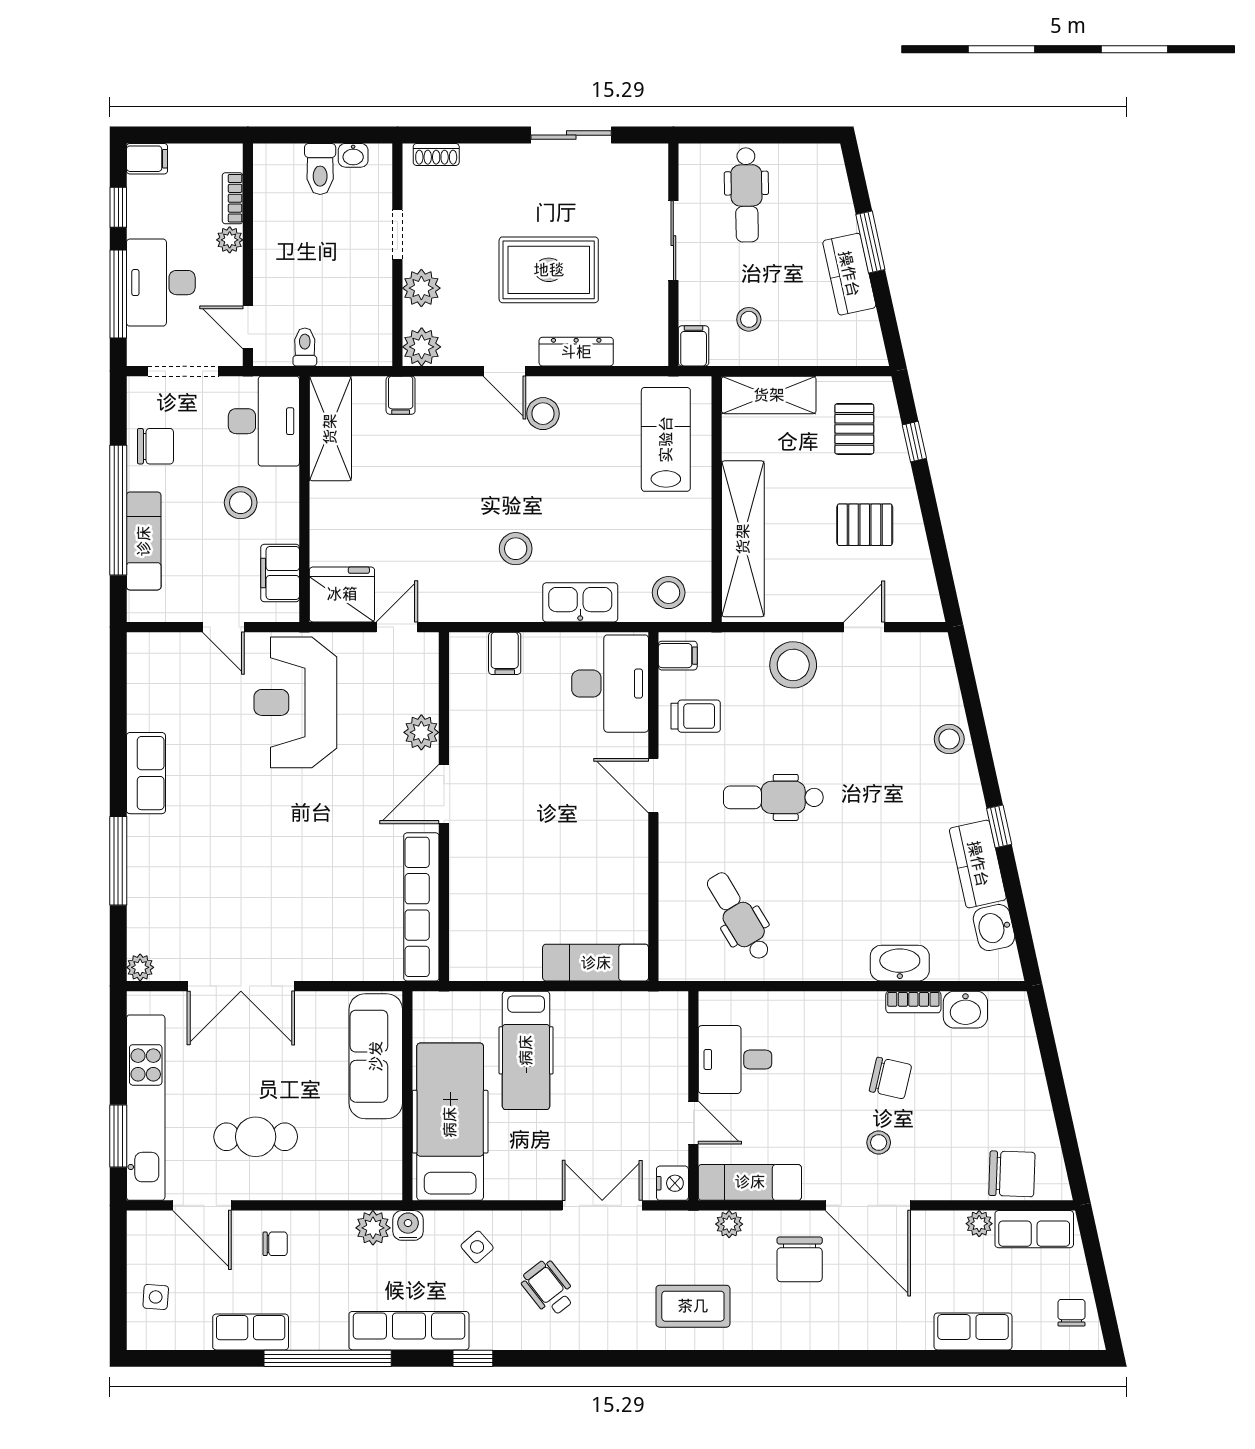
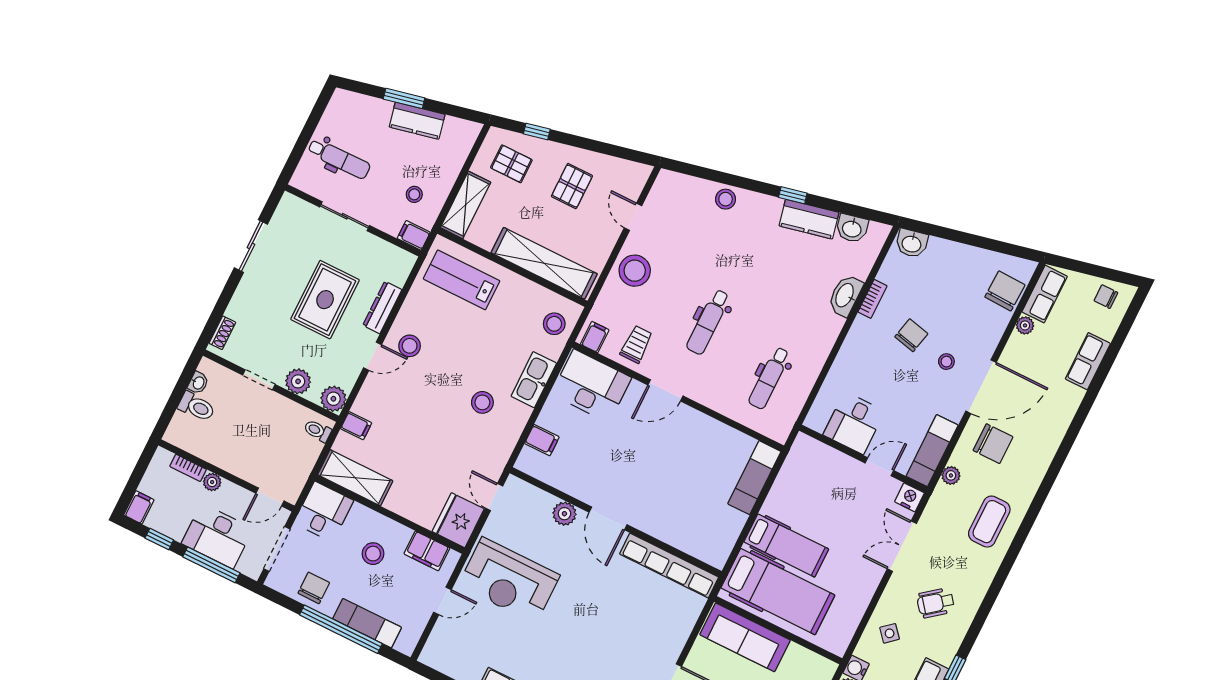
toilet: (305, 347) -> (318, 431), moved
desk: (264, 421) -> (324, 512), width x0.73
dental chair: (739, 916) -> (769, 378), turned -59
washbasin: (965, 1010) -> (912, 243), moved, turned 78
hospital bed: (450, 1122) -> (778, 592), moved, turned 180

